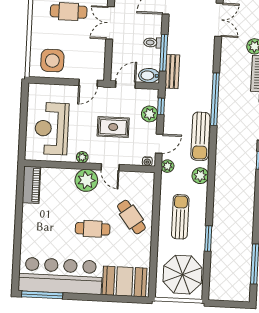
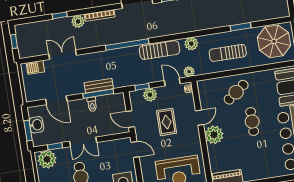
bench: (172, 71) -> (99, 86), moved
bidet: (149, 76) -> (119, 102), removed
plant: (82, 157) -> (196, 142), removed

